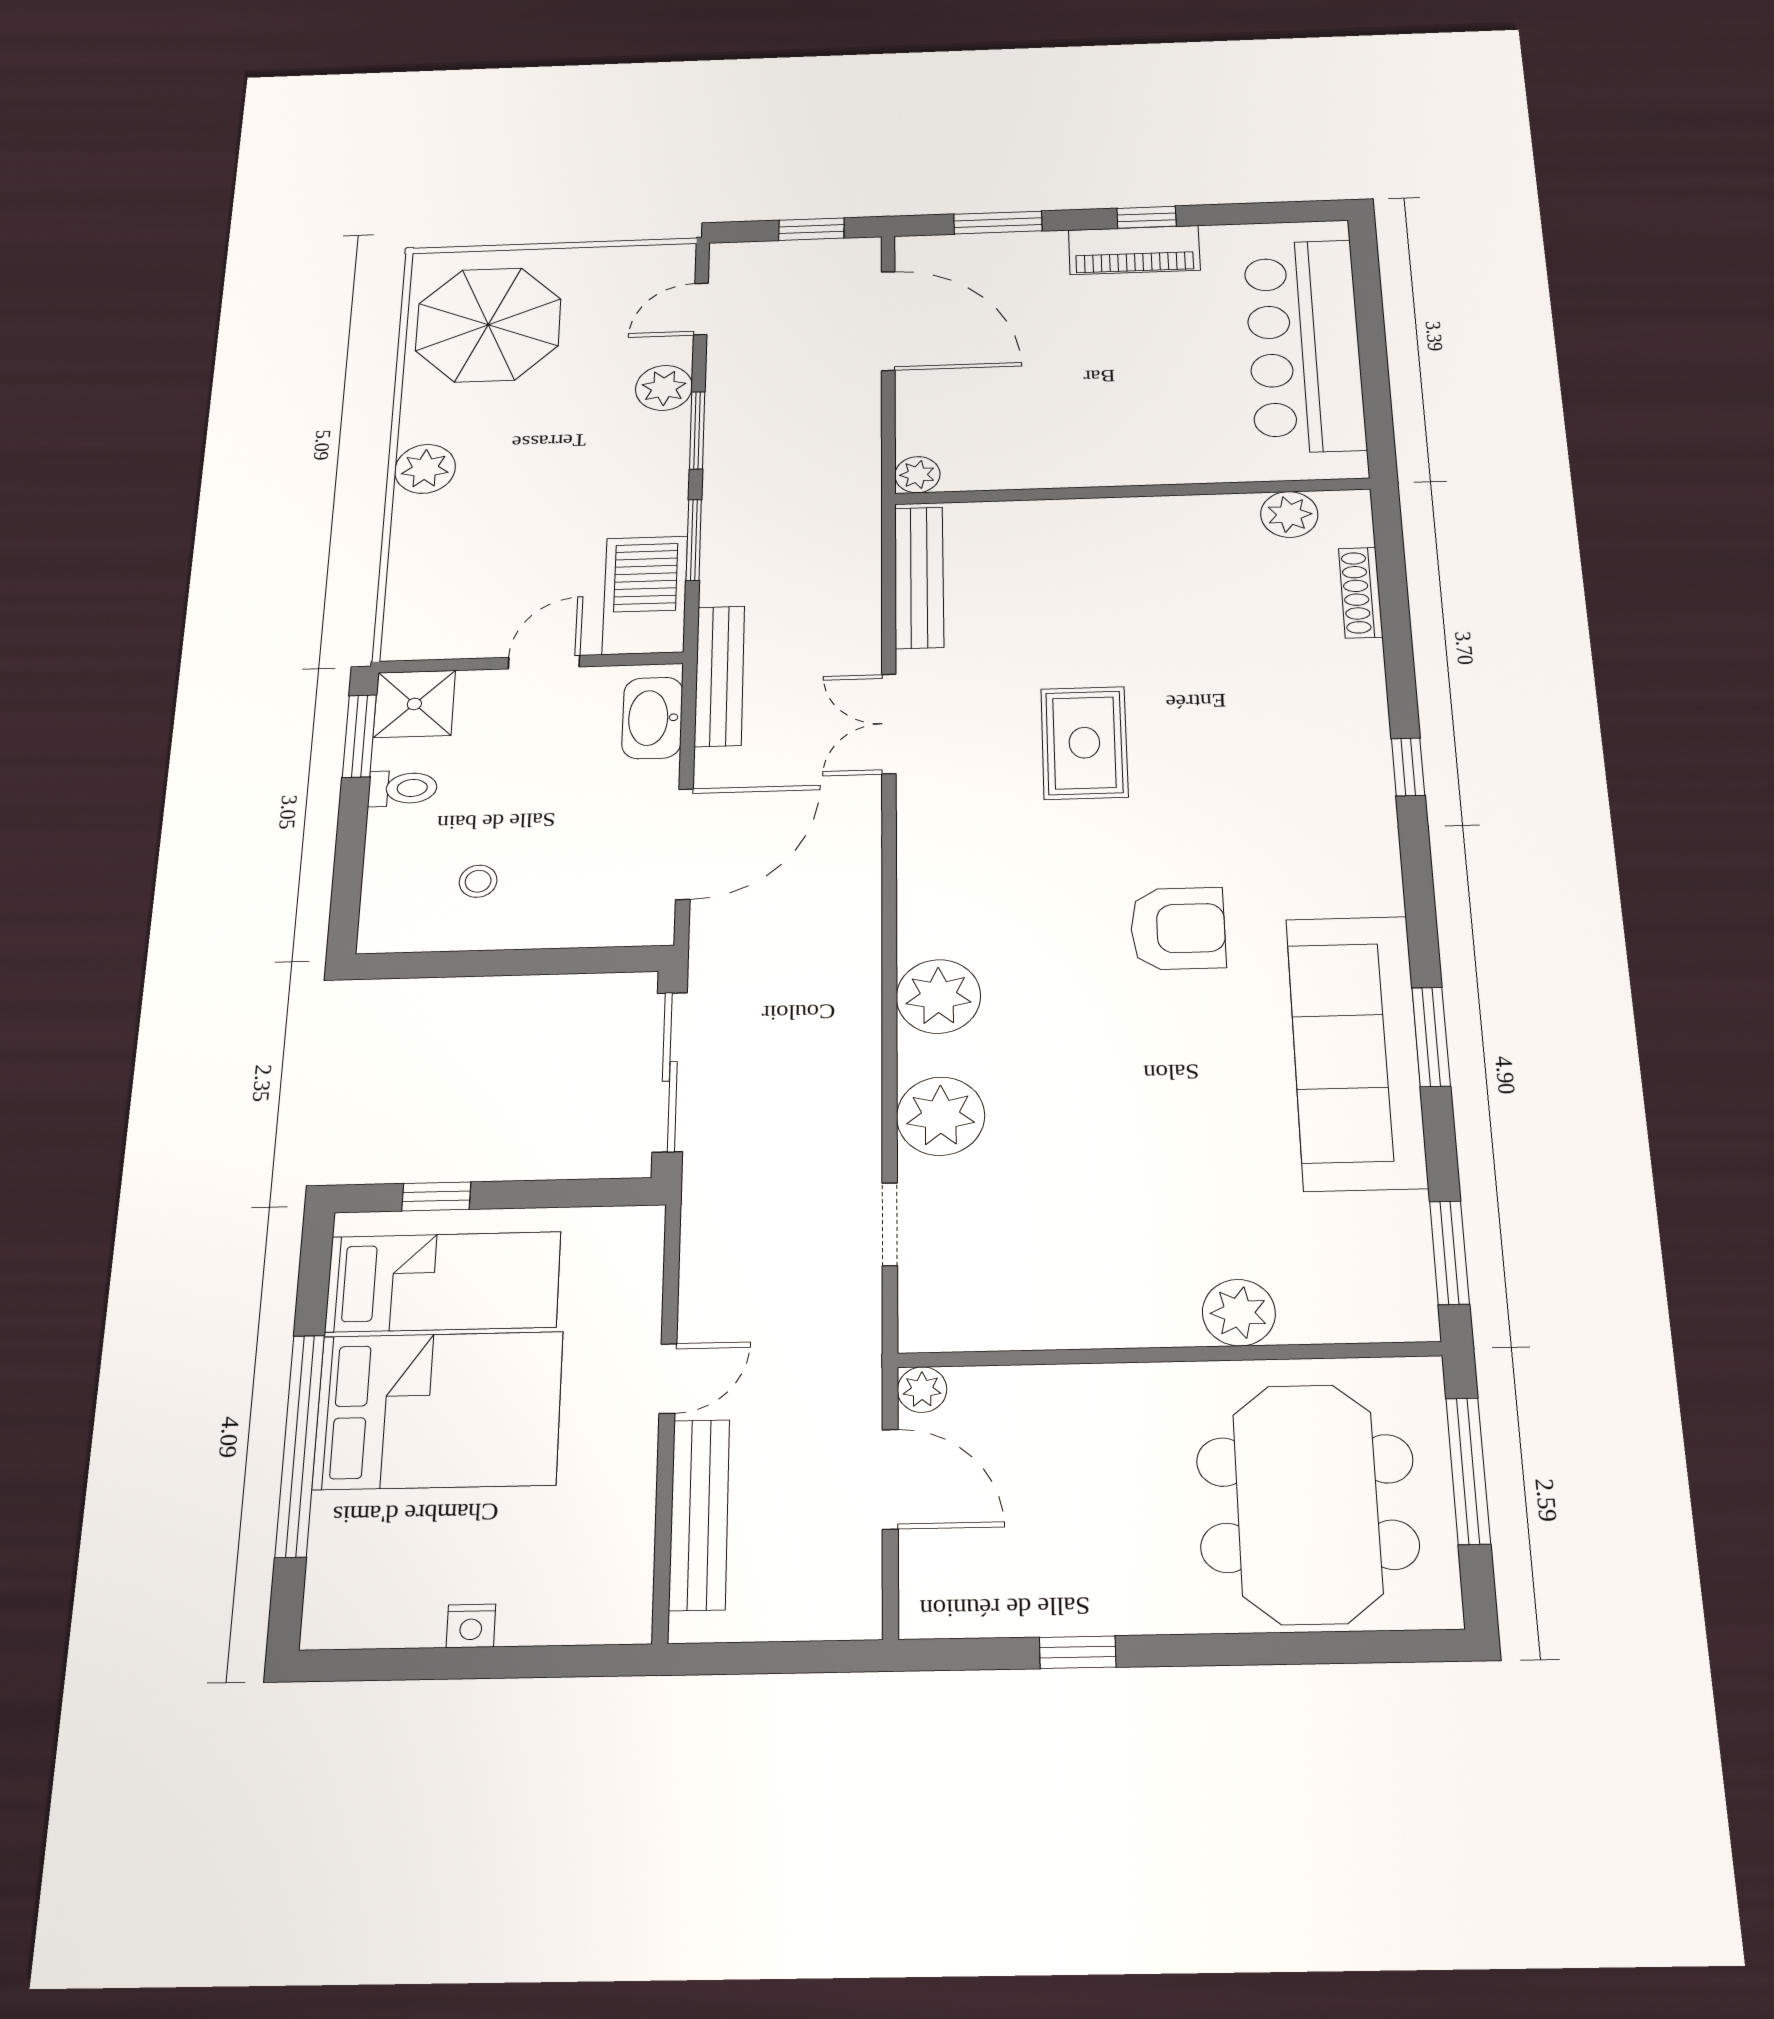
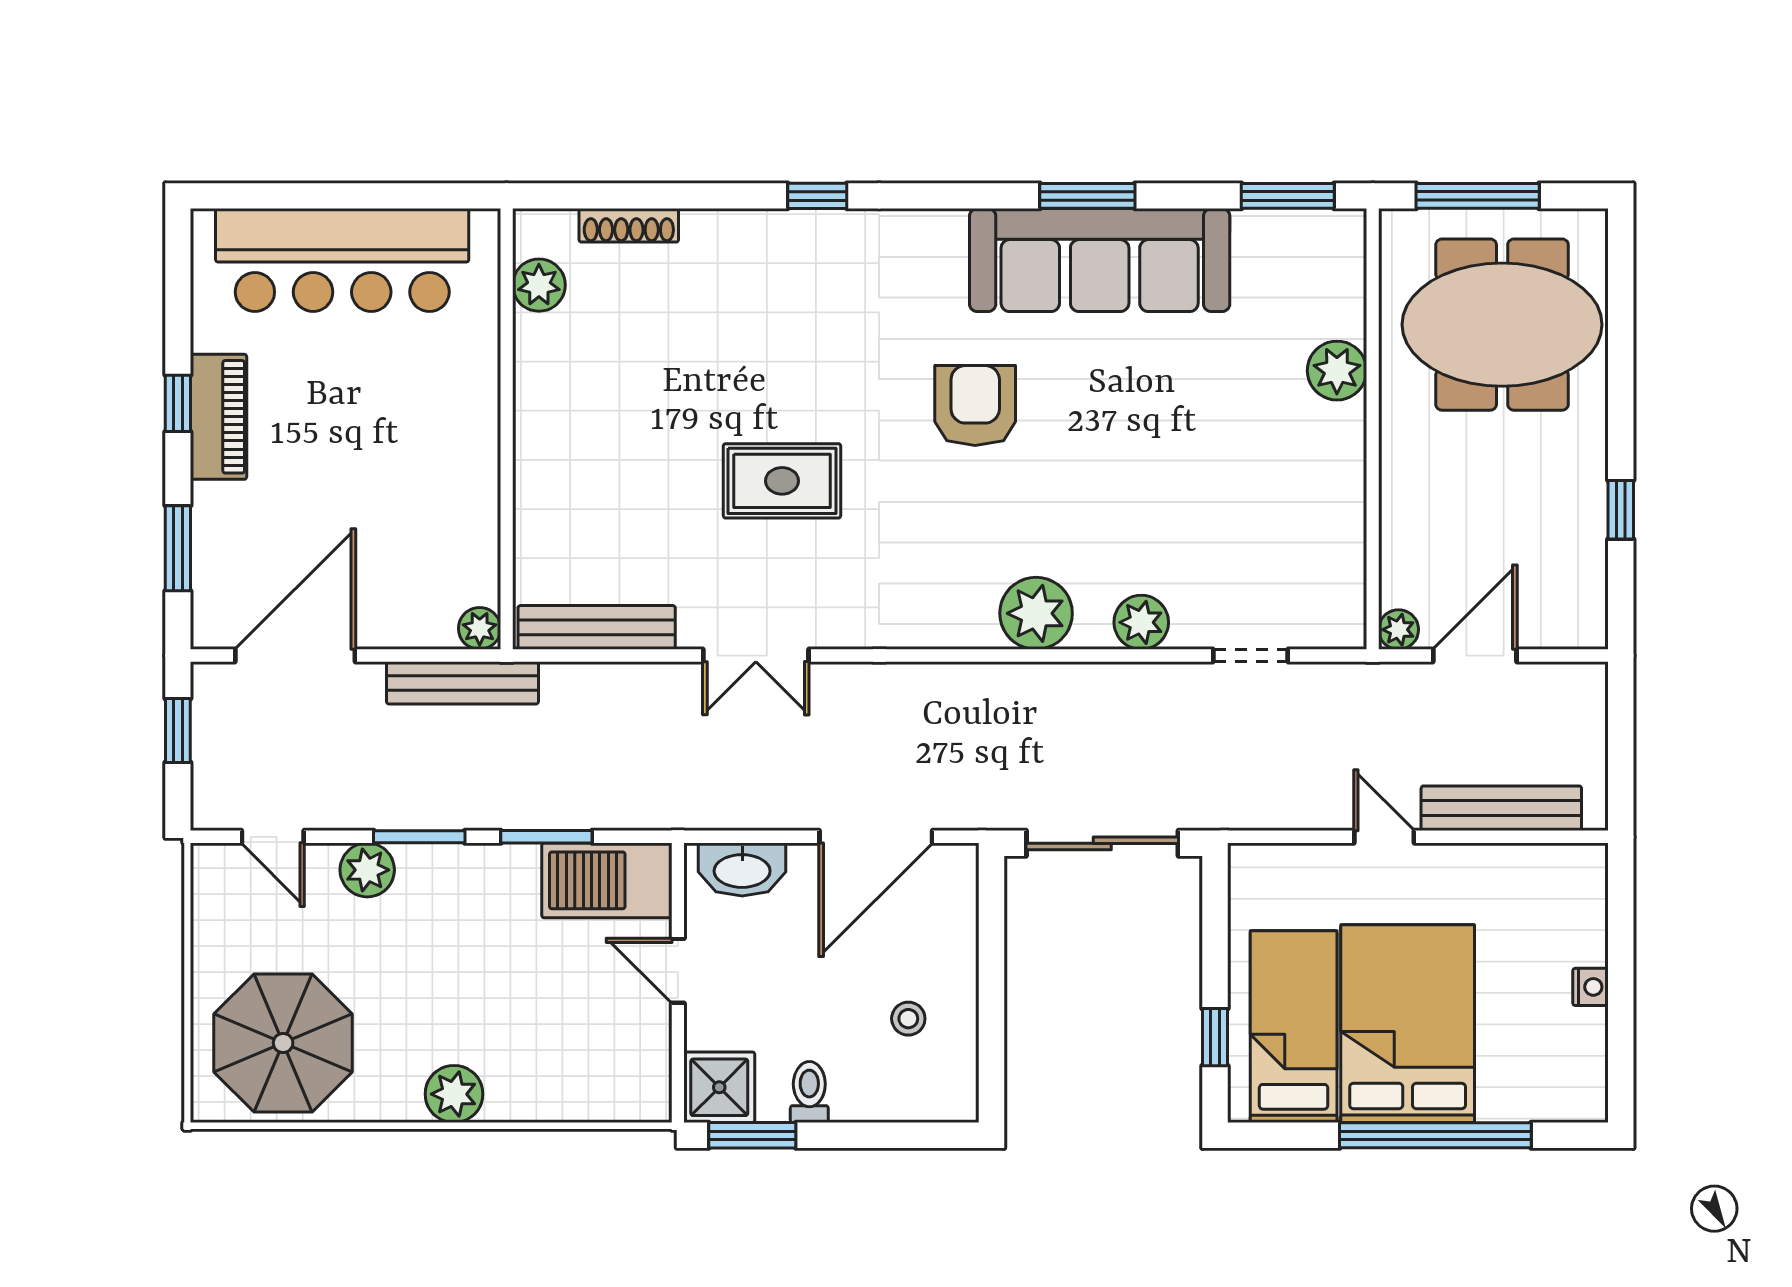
bench: (719, 676) -> (462, 683), moved
door: (684, 844) -> (876, 837), swing flipped
plant: (941, 1116) -> (1141, 622), width x0.73, depth x0.73

